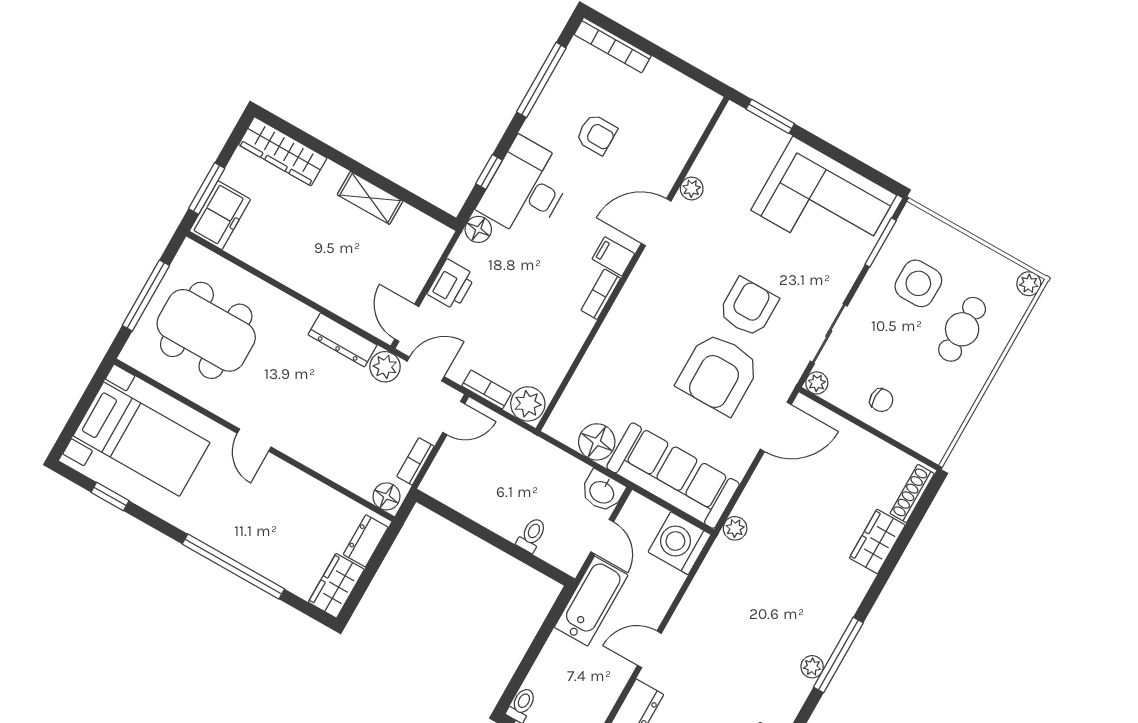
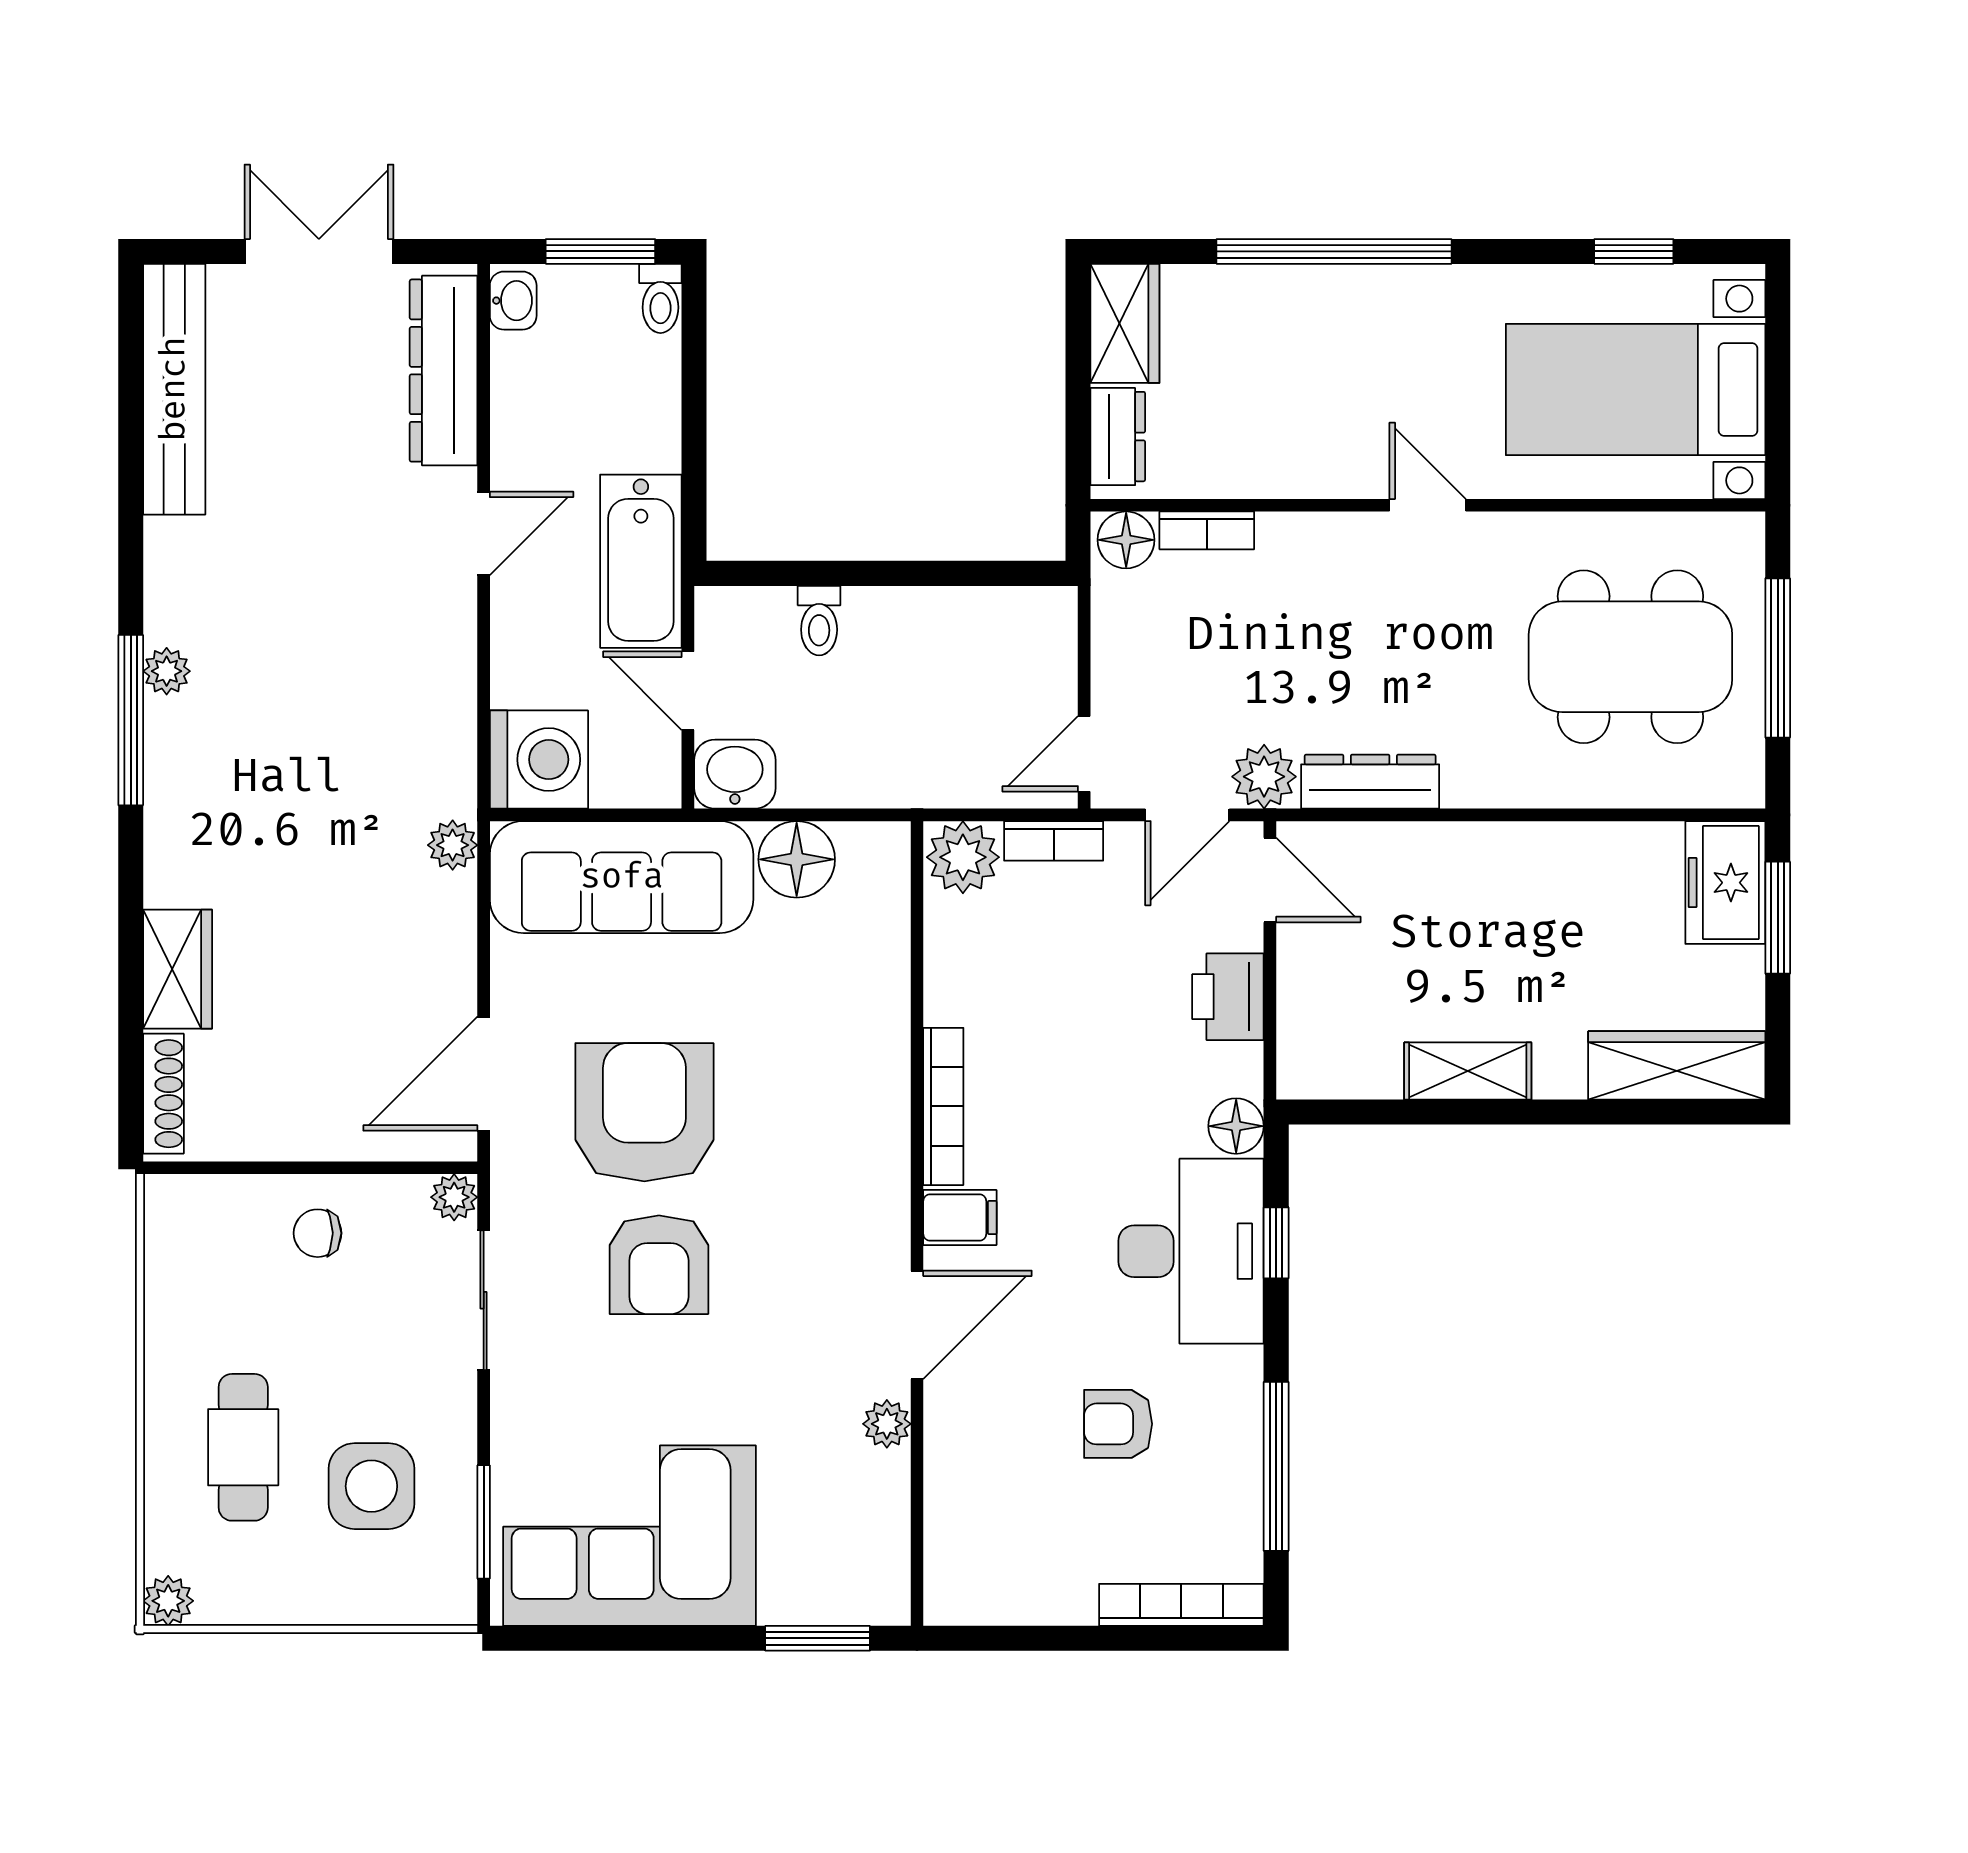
bookcase: (601, 294) -> (943, 1106), width x1.56
bookcase: (415, 461) -> (1207, 530), moved, turned 90

